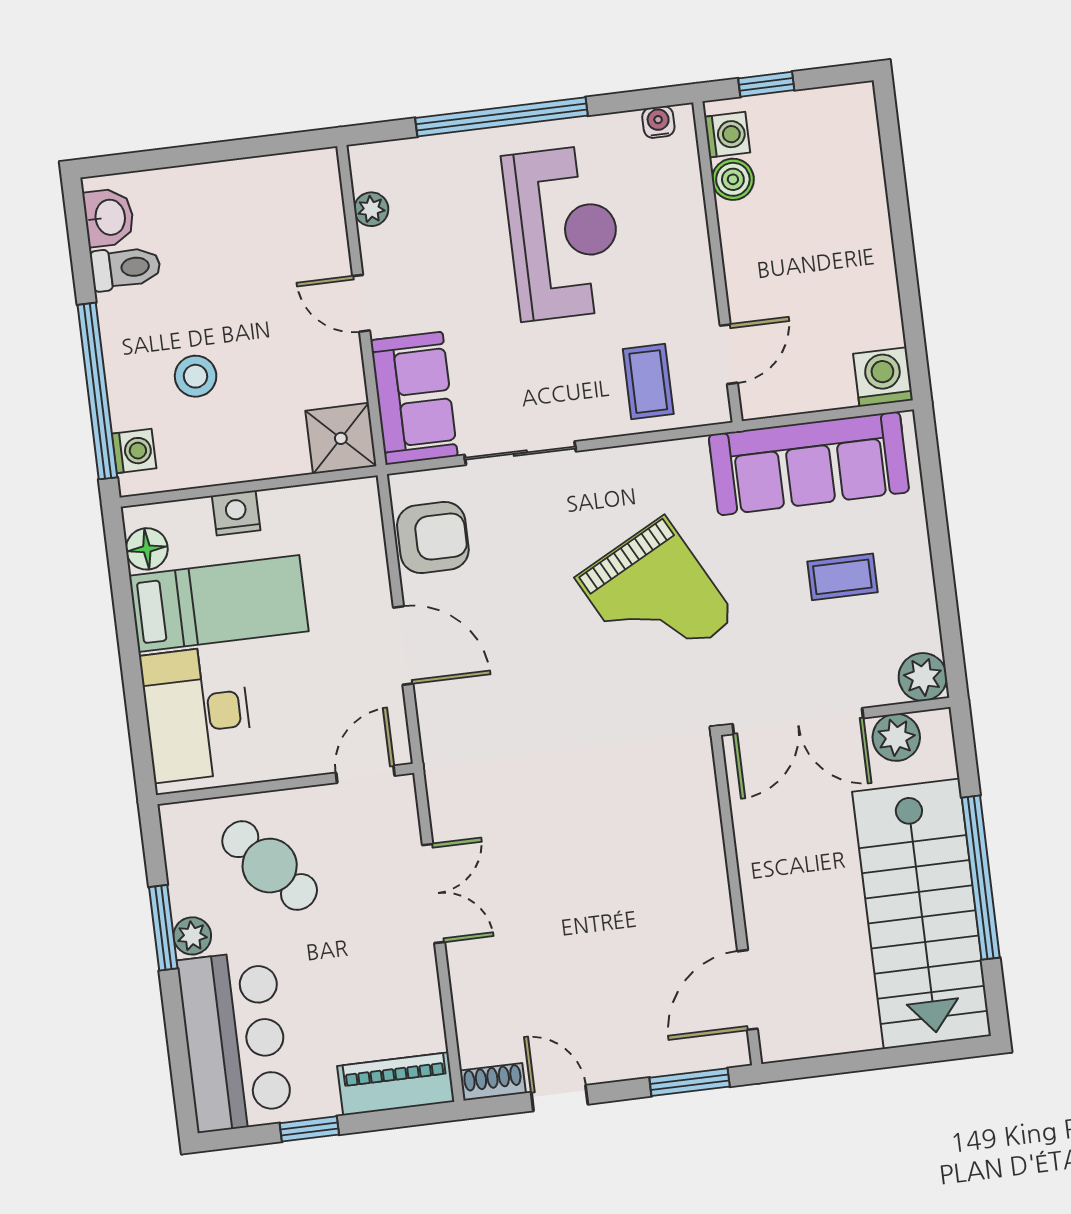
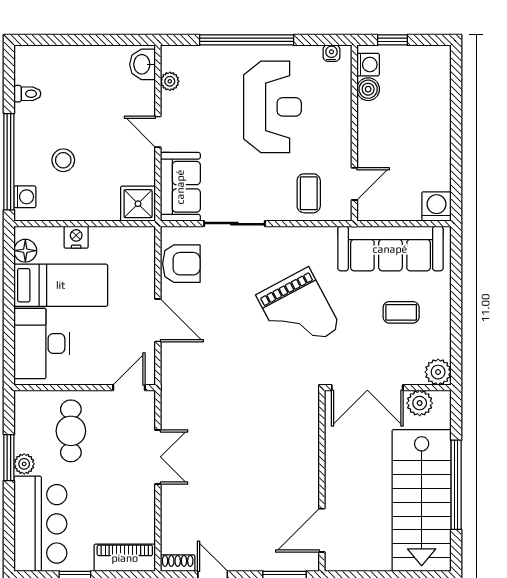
washbasin: (109, 217) -> (143, 64), moved, turned 180
toilet: (126, 268) -> (27, 94), width x0.73, depth x0.72
cafe table: (270, 866) -> (71, 431), turned 41

